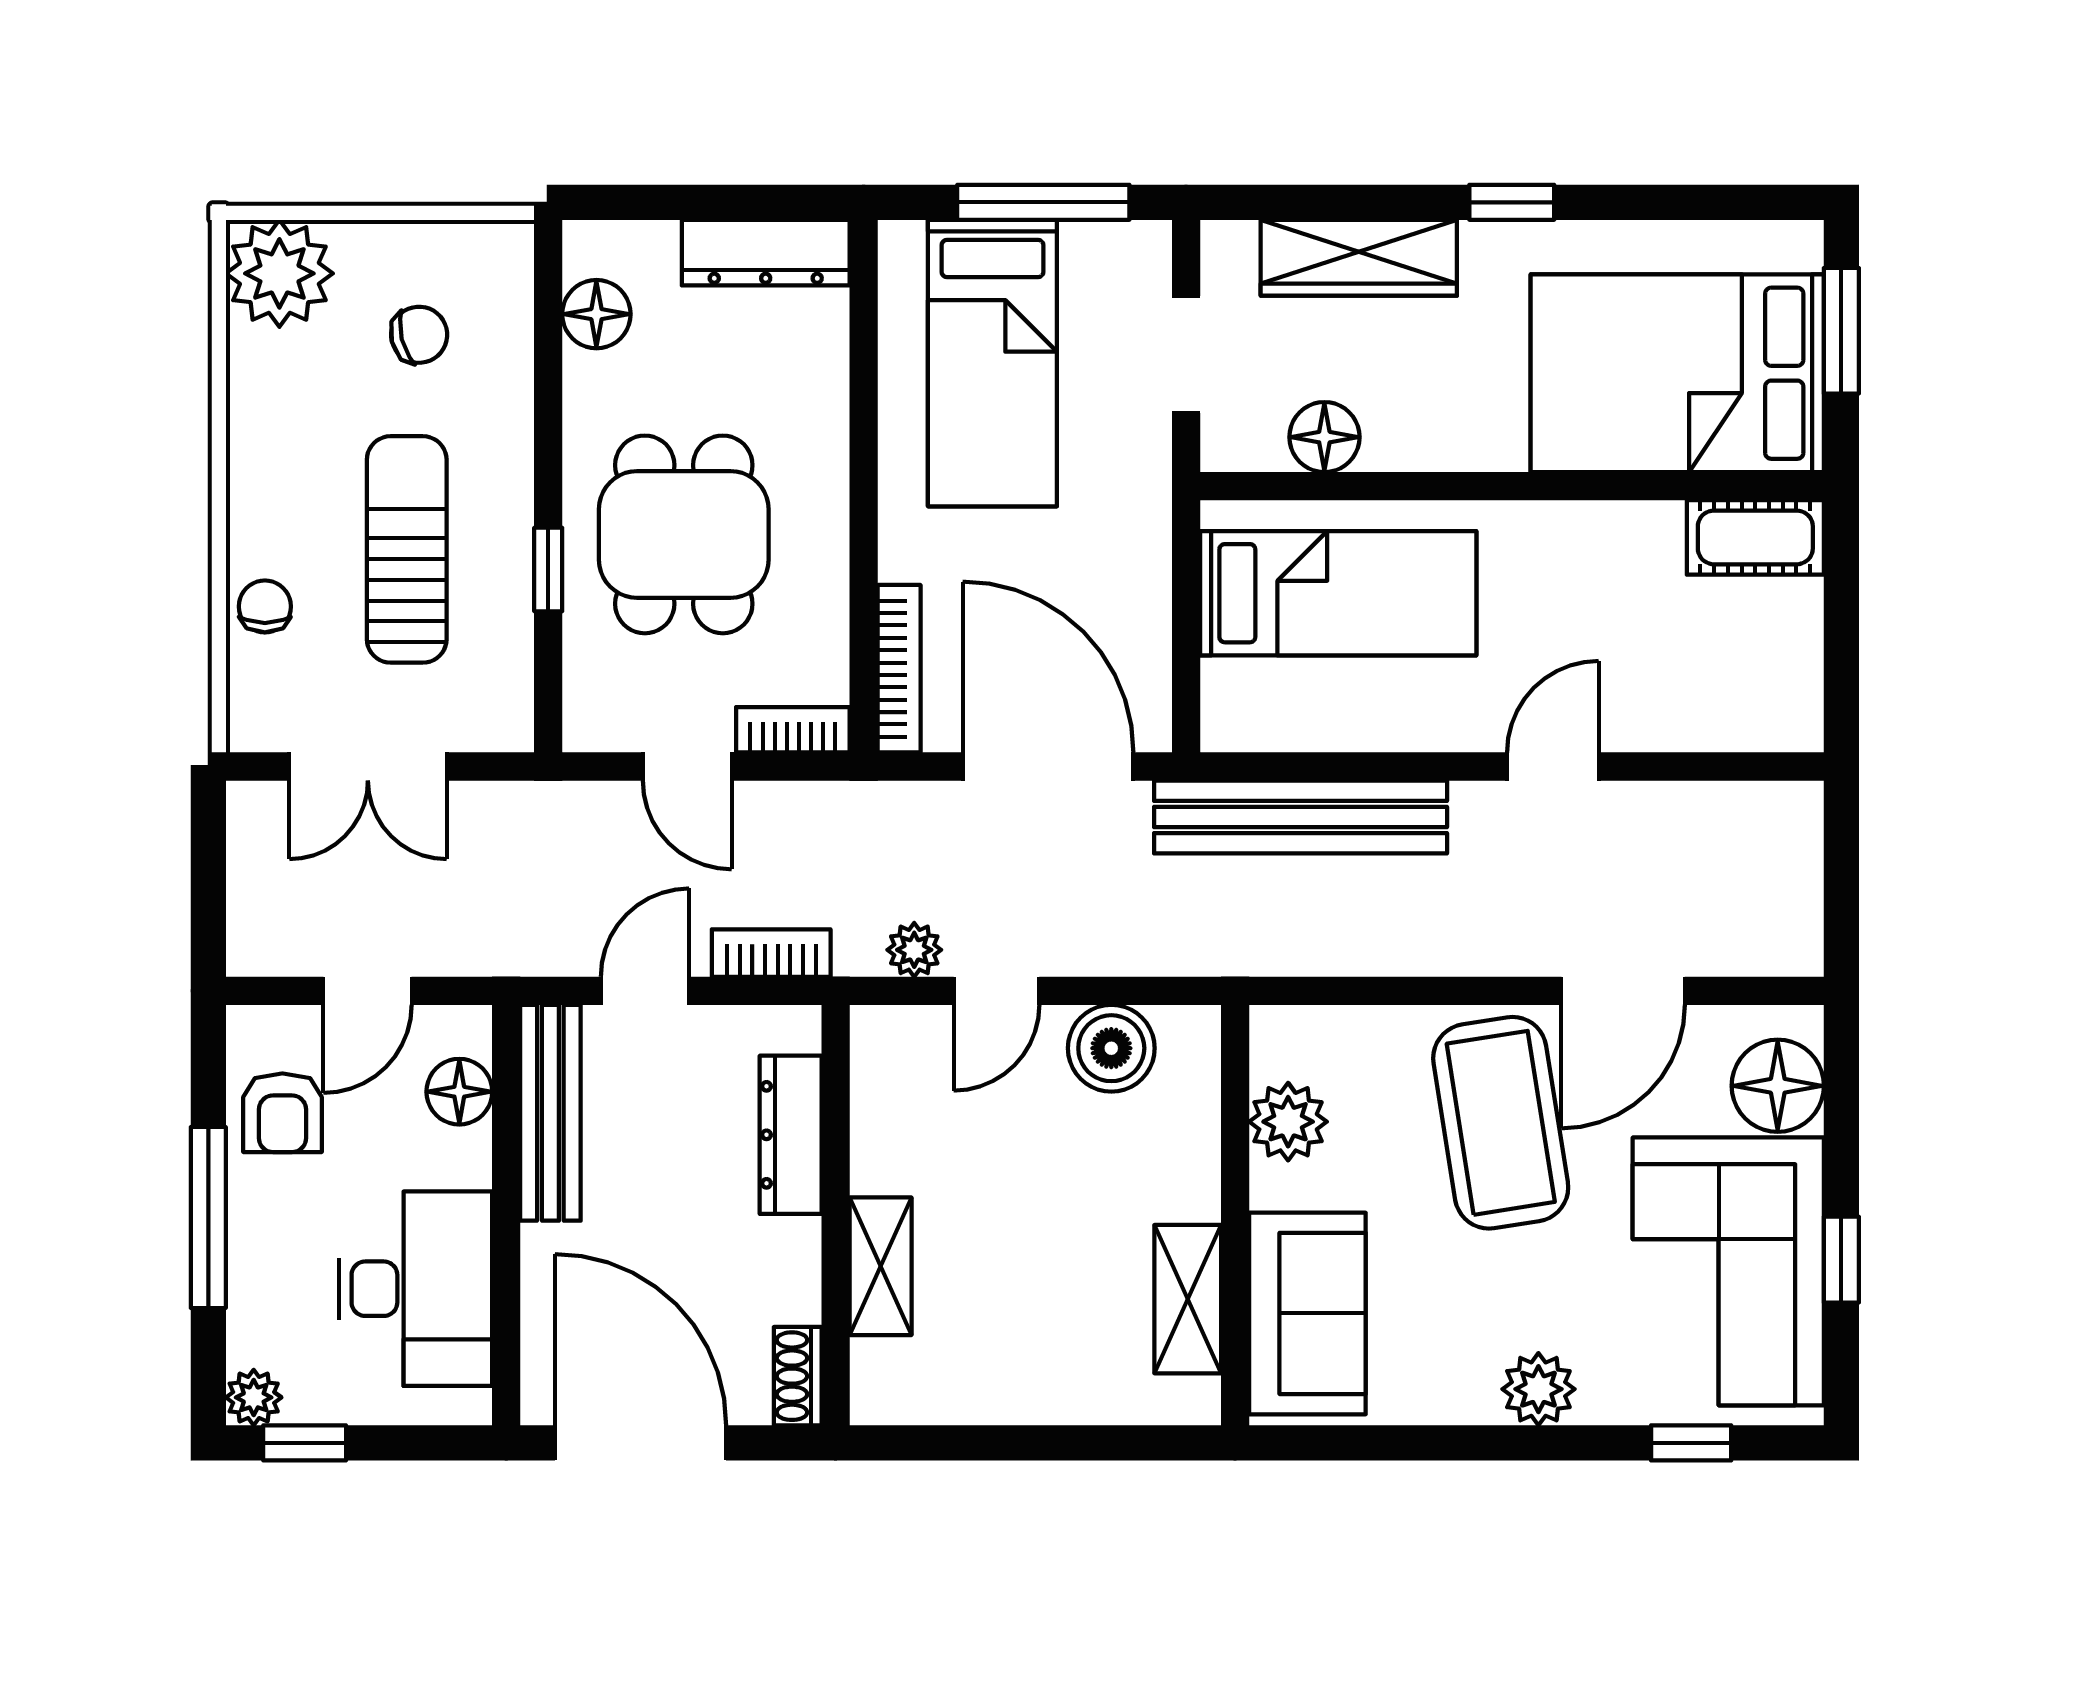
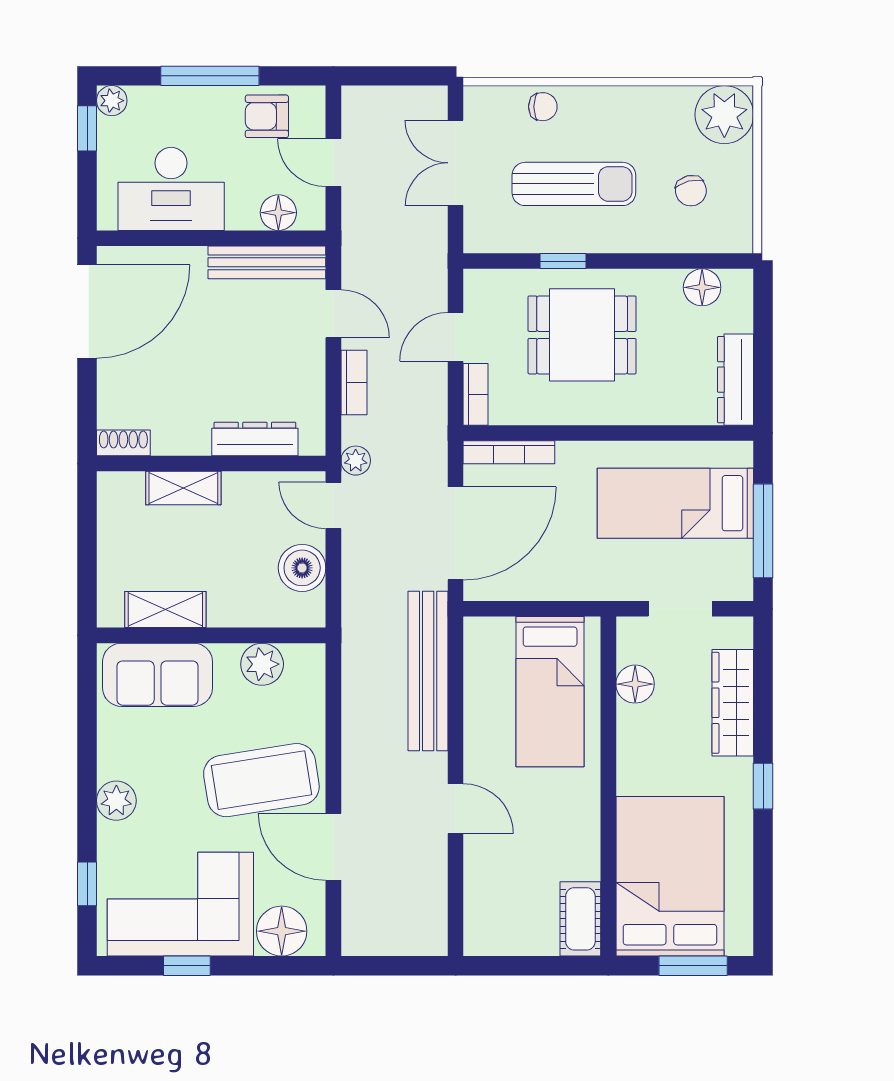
dresser: (791, 1135) -> (255, 439), moved
wall: (836, 1215) -> (211, 464), moved
shelving: (881, 1266) -> (183, 488), moved
shoe rack: (798, 1376) -> (123, 443), moved

